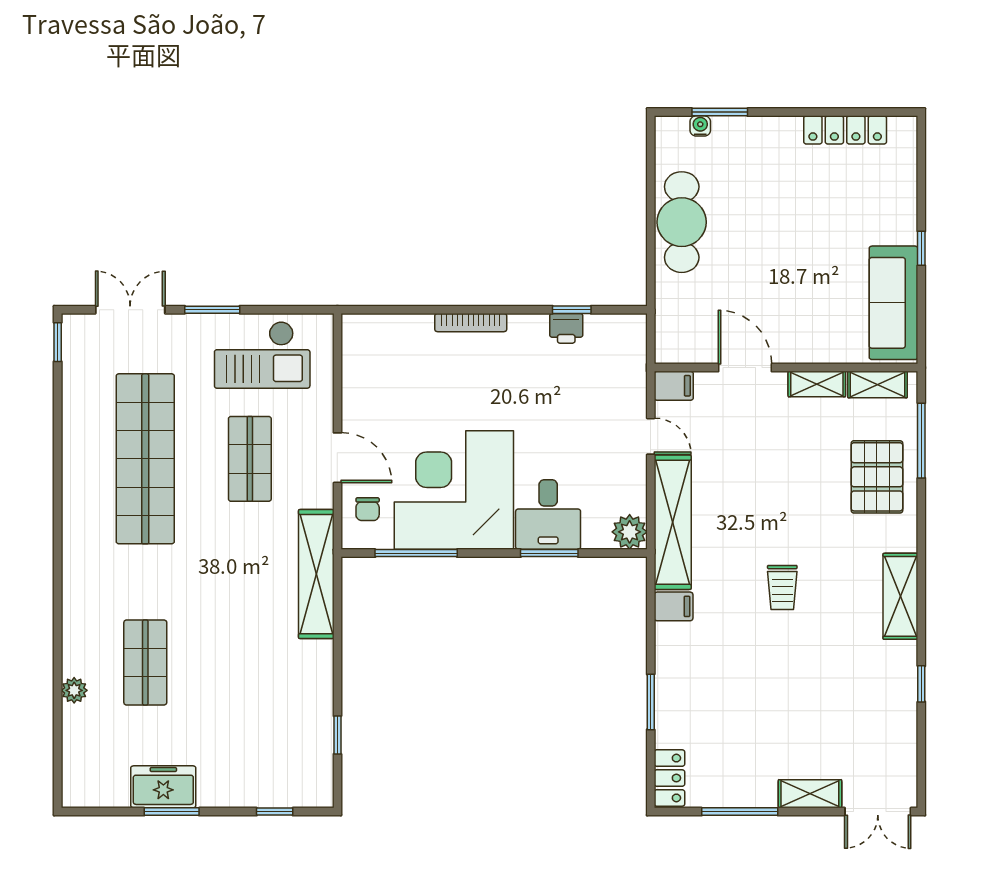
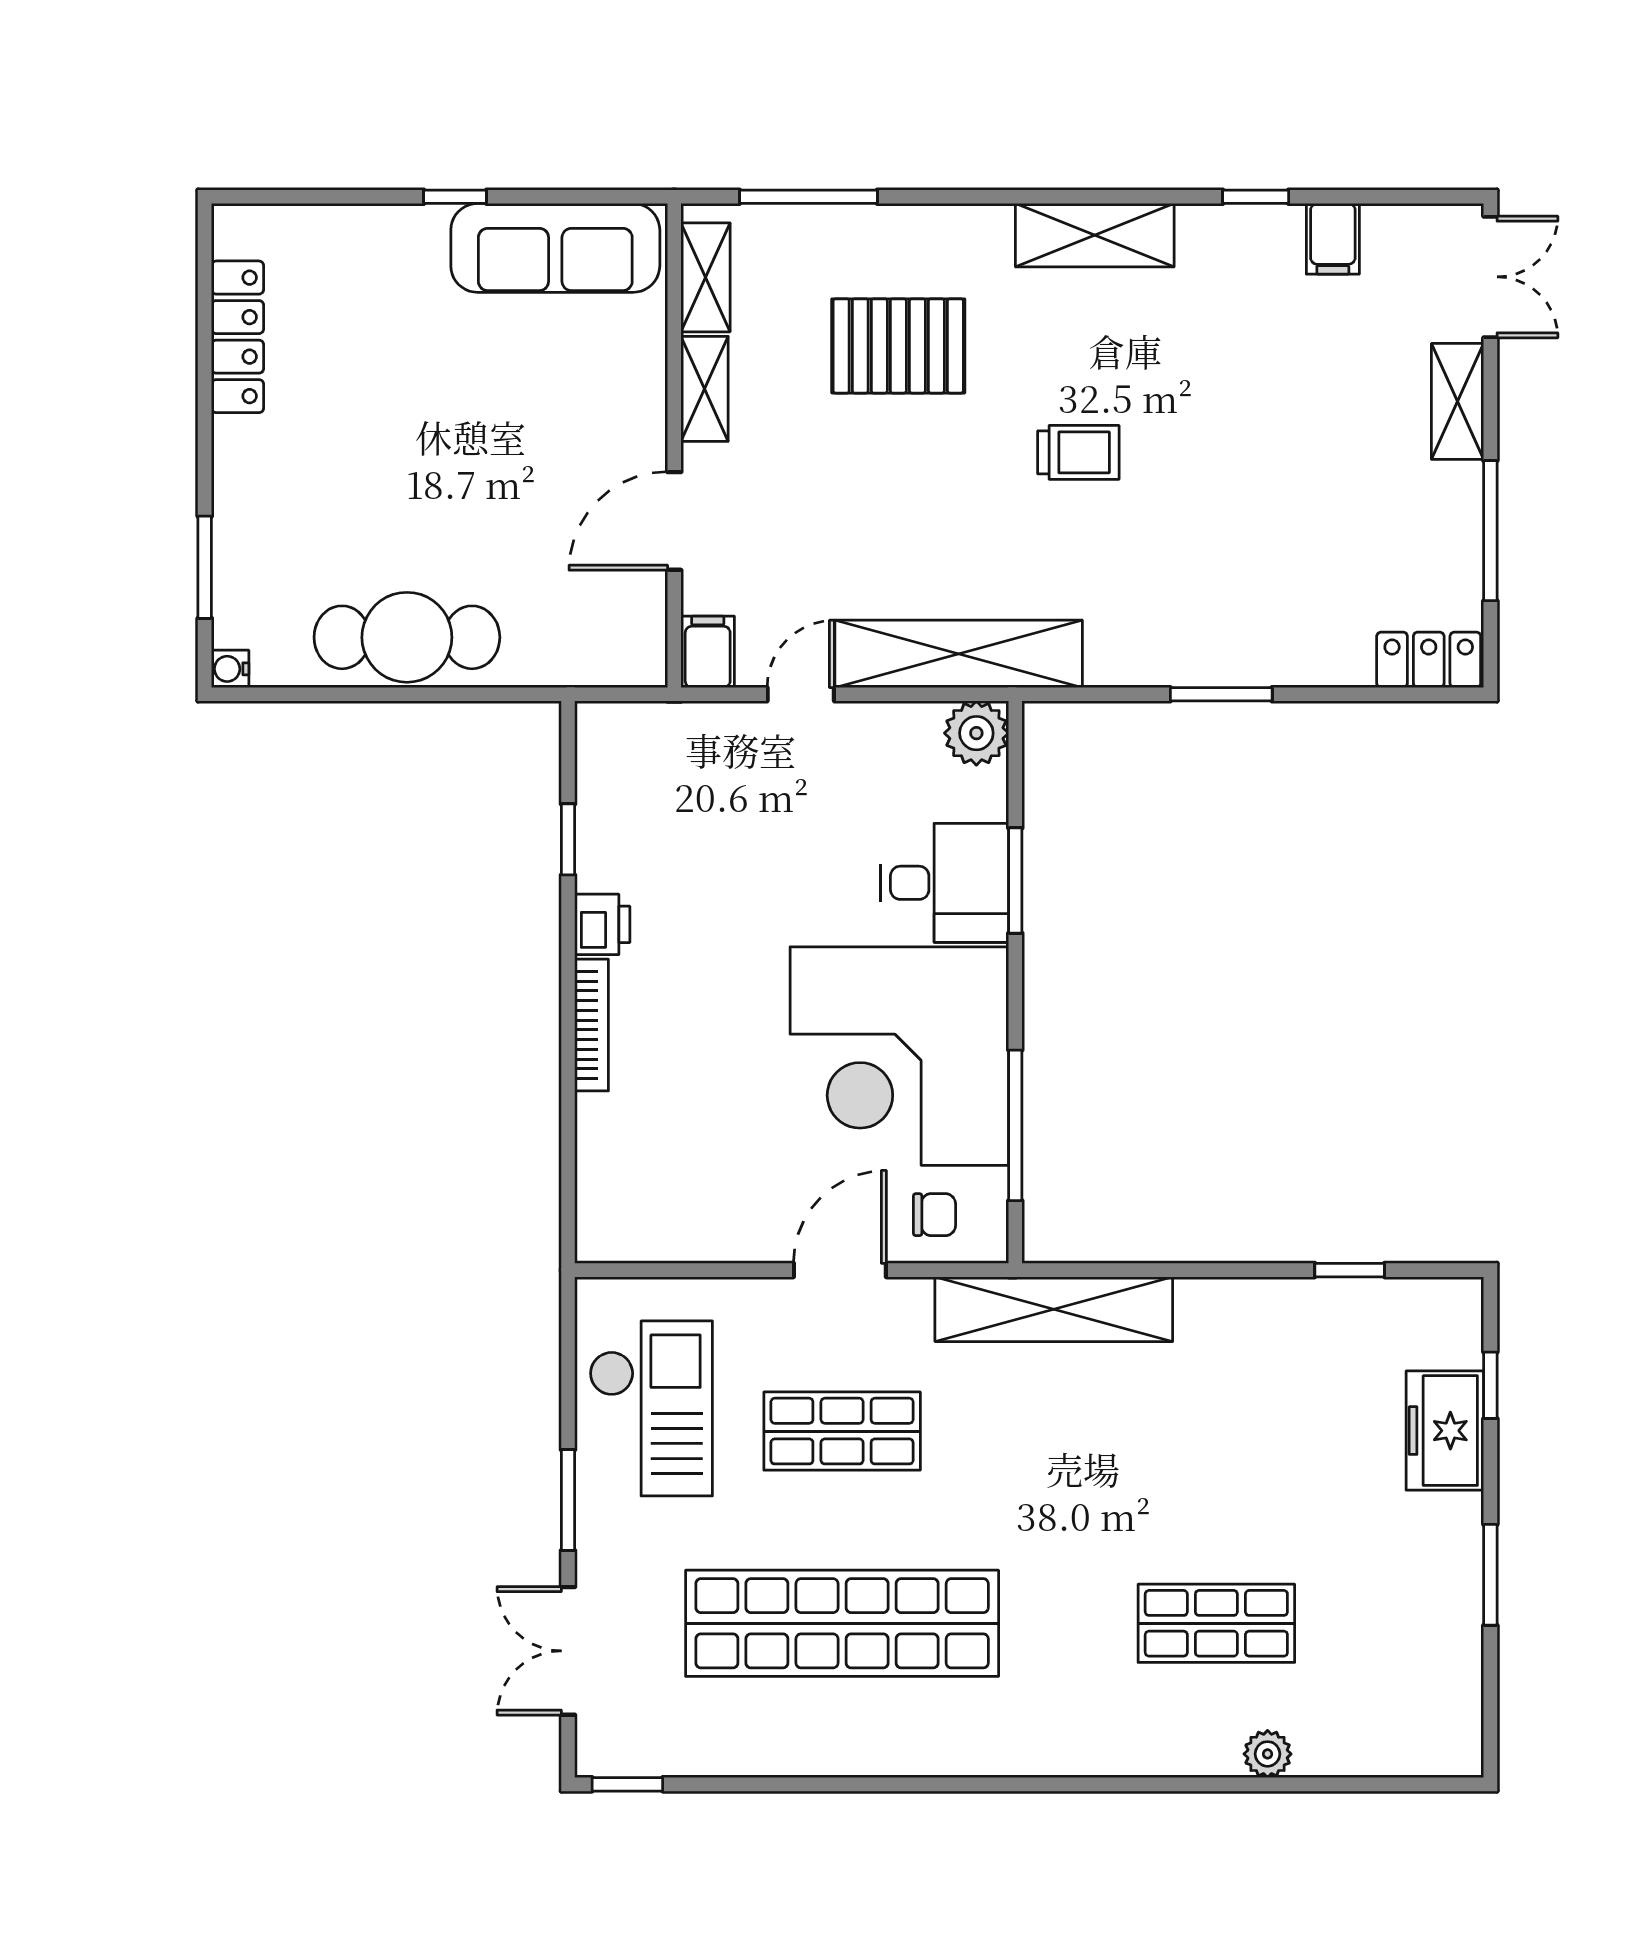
water cooler: (700, 126) -> (230, 669), moved
printer: (566, 328) -> (602, 924), moved
pallet: (877, 477) -> (898, 346), moved
filing cabinet: (674, 606) -> (1333, 239), moved, turned 180
window: (651, 702) -> (1221, 694), moved
freezer: (163, 787) -> (1445, 1431), moved

